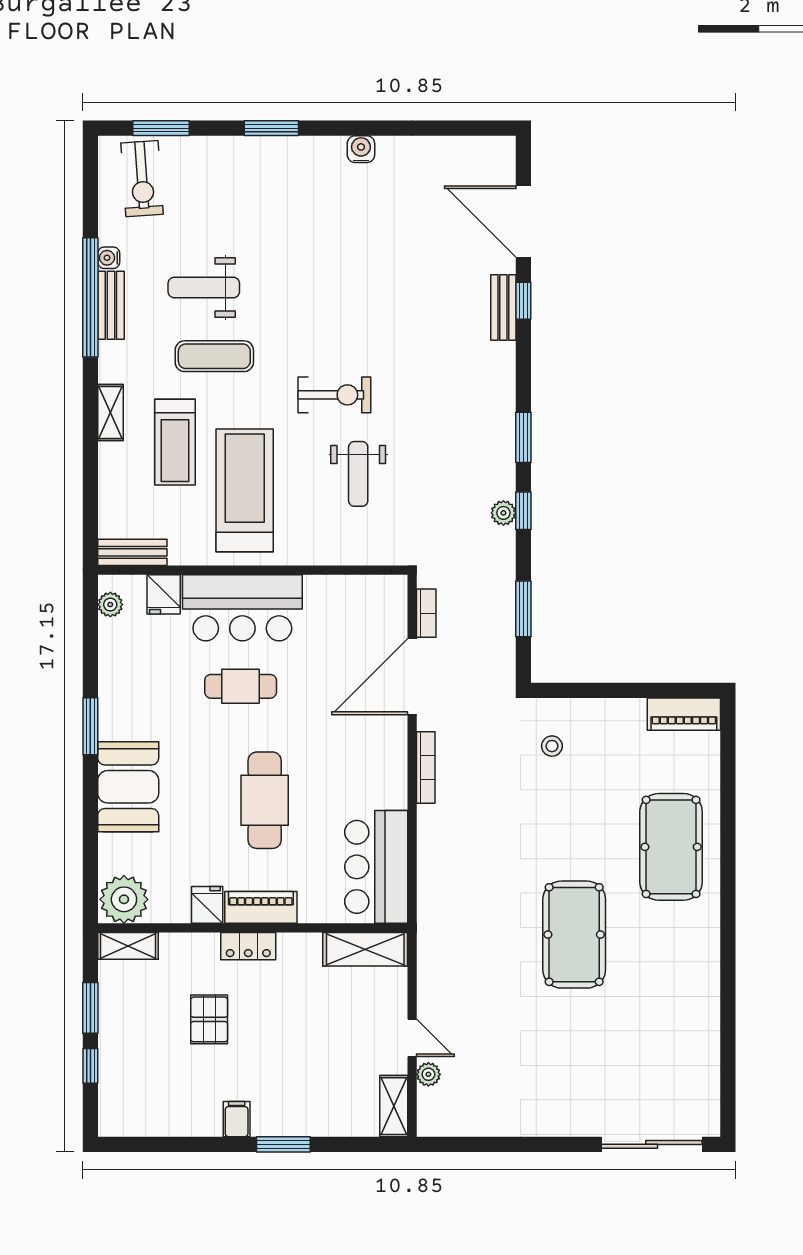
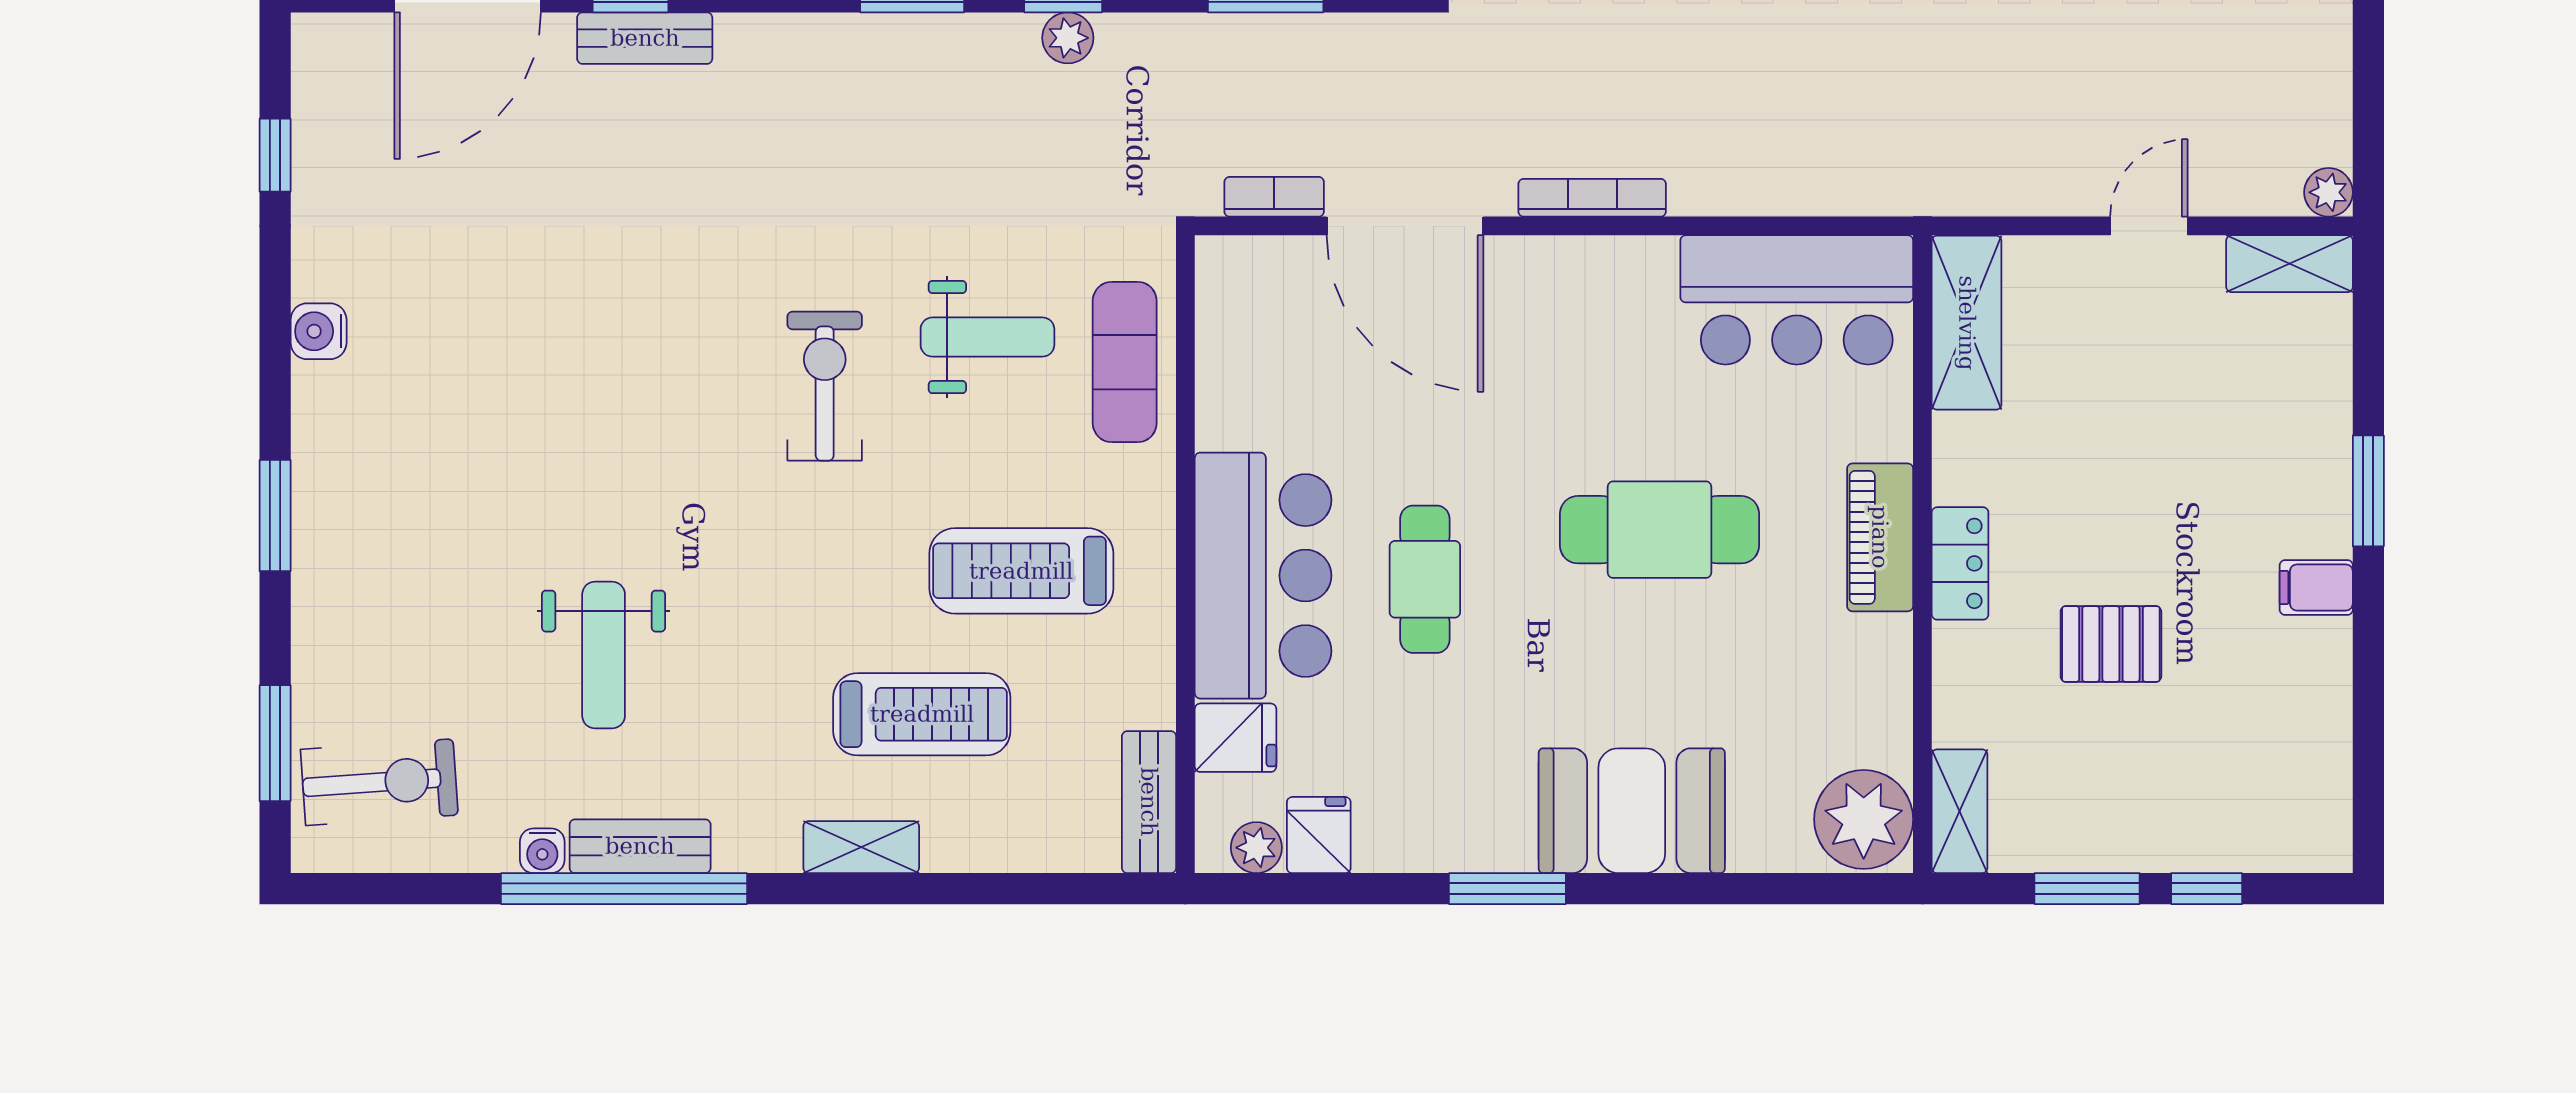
window: (447, 128) -> (275, 155), added
exercise mat: (214, 356) -> (1125, 362), moved
treadmill: (245, 490) -> (1021, 571), width x0.73, depth x0.73
fridge: (207, 905) -> (1319, 835), moved, turned 90
plant: (428, 1074) -> (2328, 192), moved

